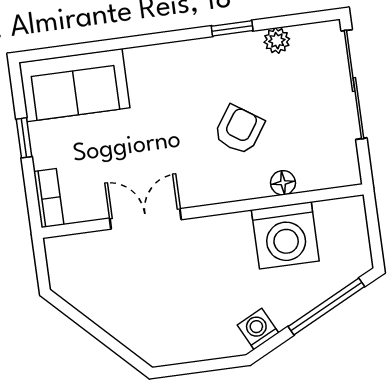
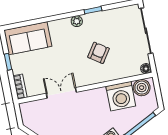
plant: (277, 41) -> (77, 21), moved
floor lamp: (283, 183) -> (146, 69), moved
boiler: (336, 218) -> (142, 88), added

